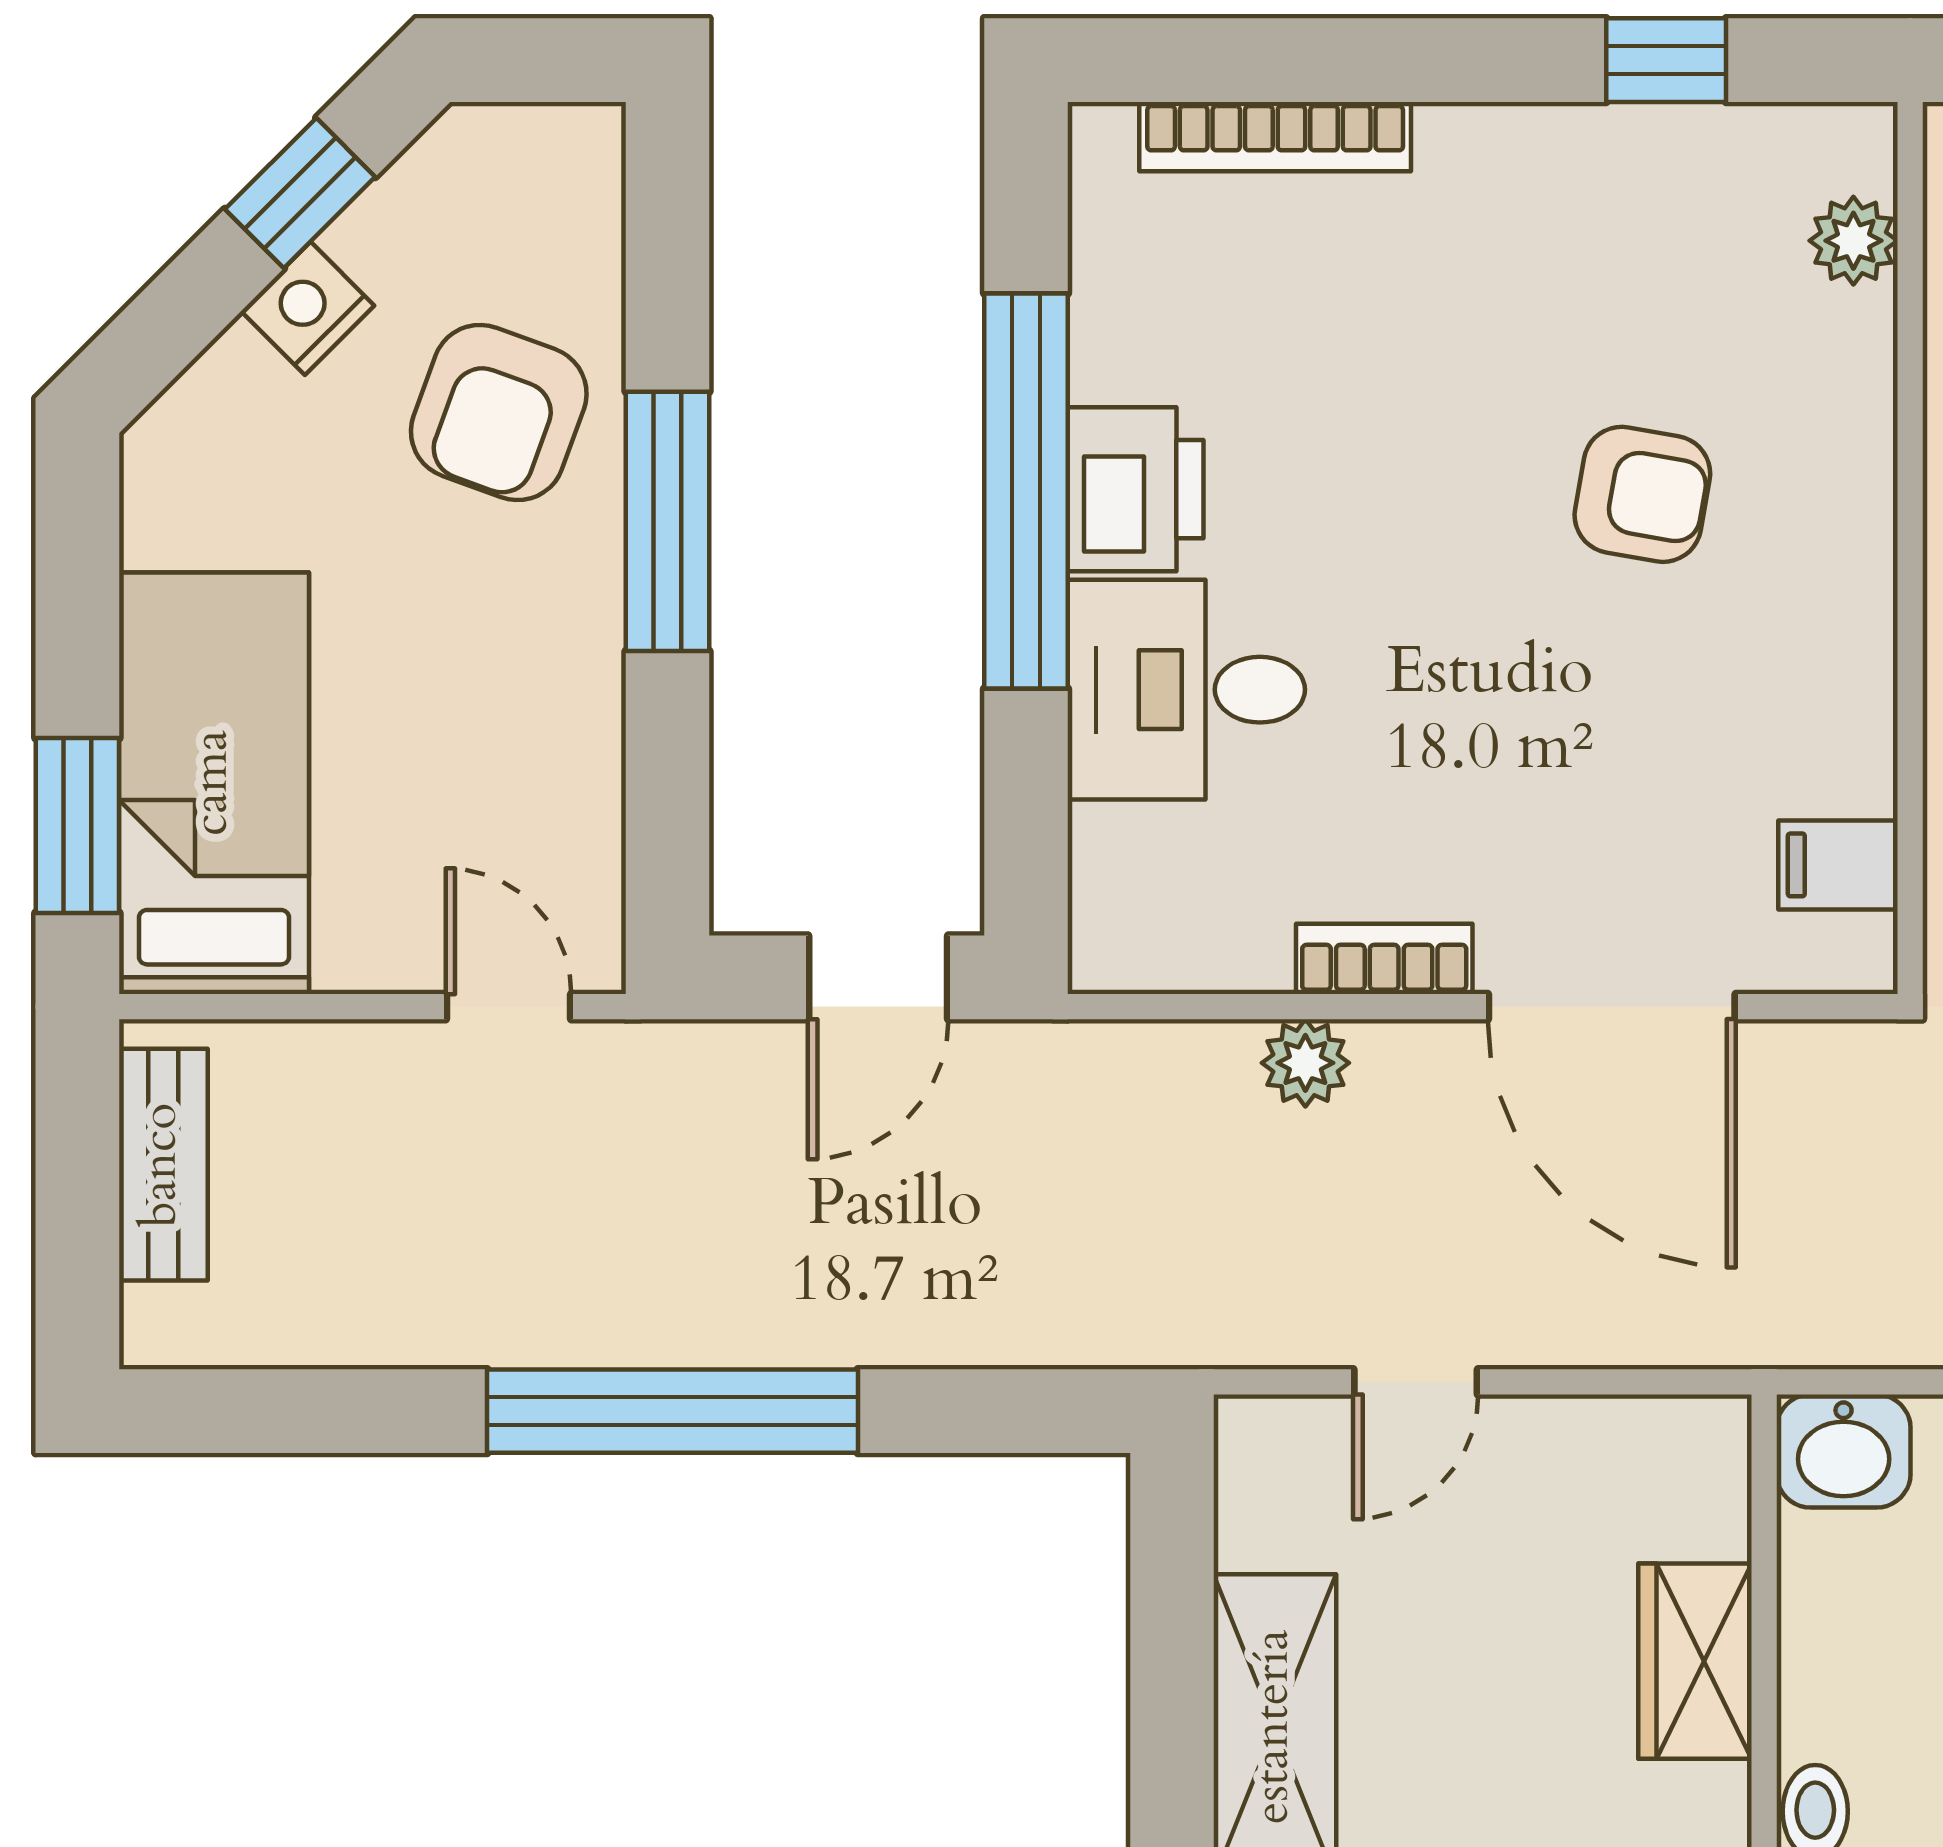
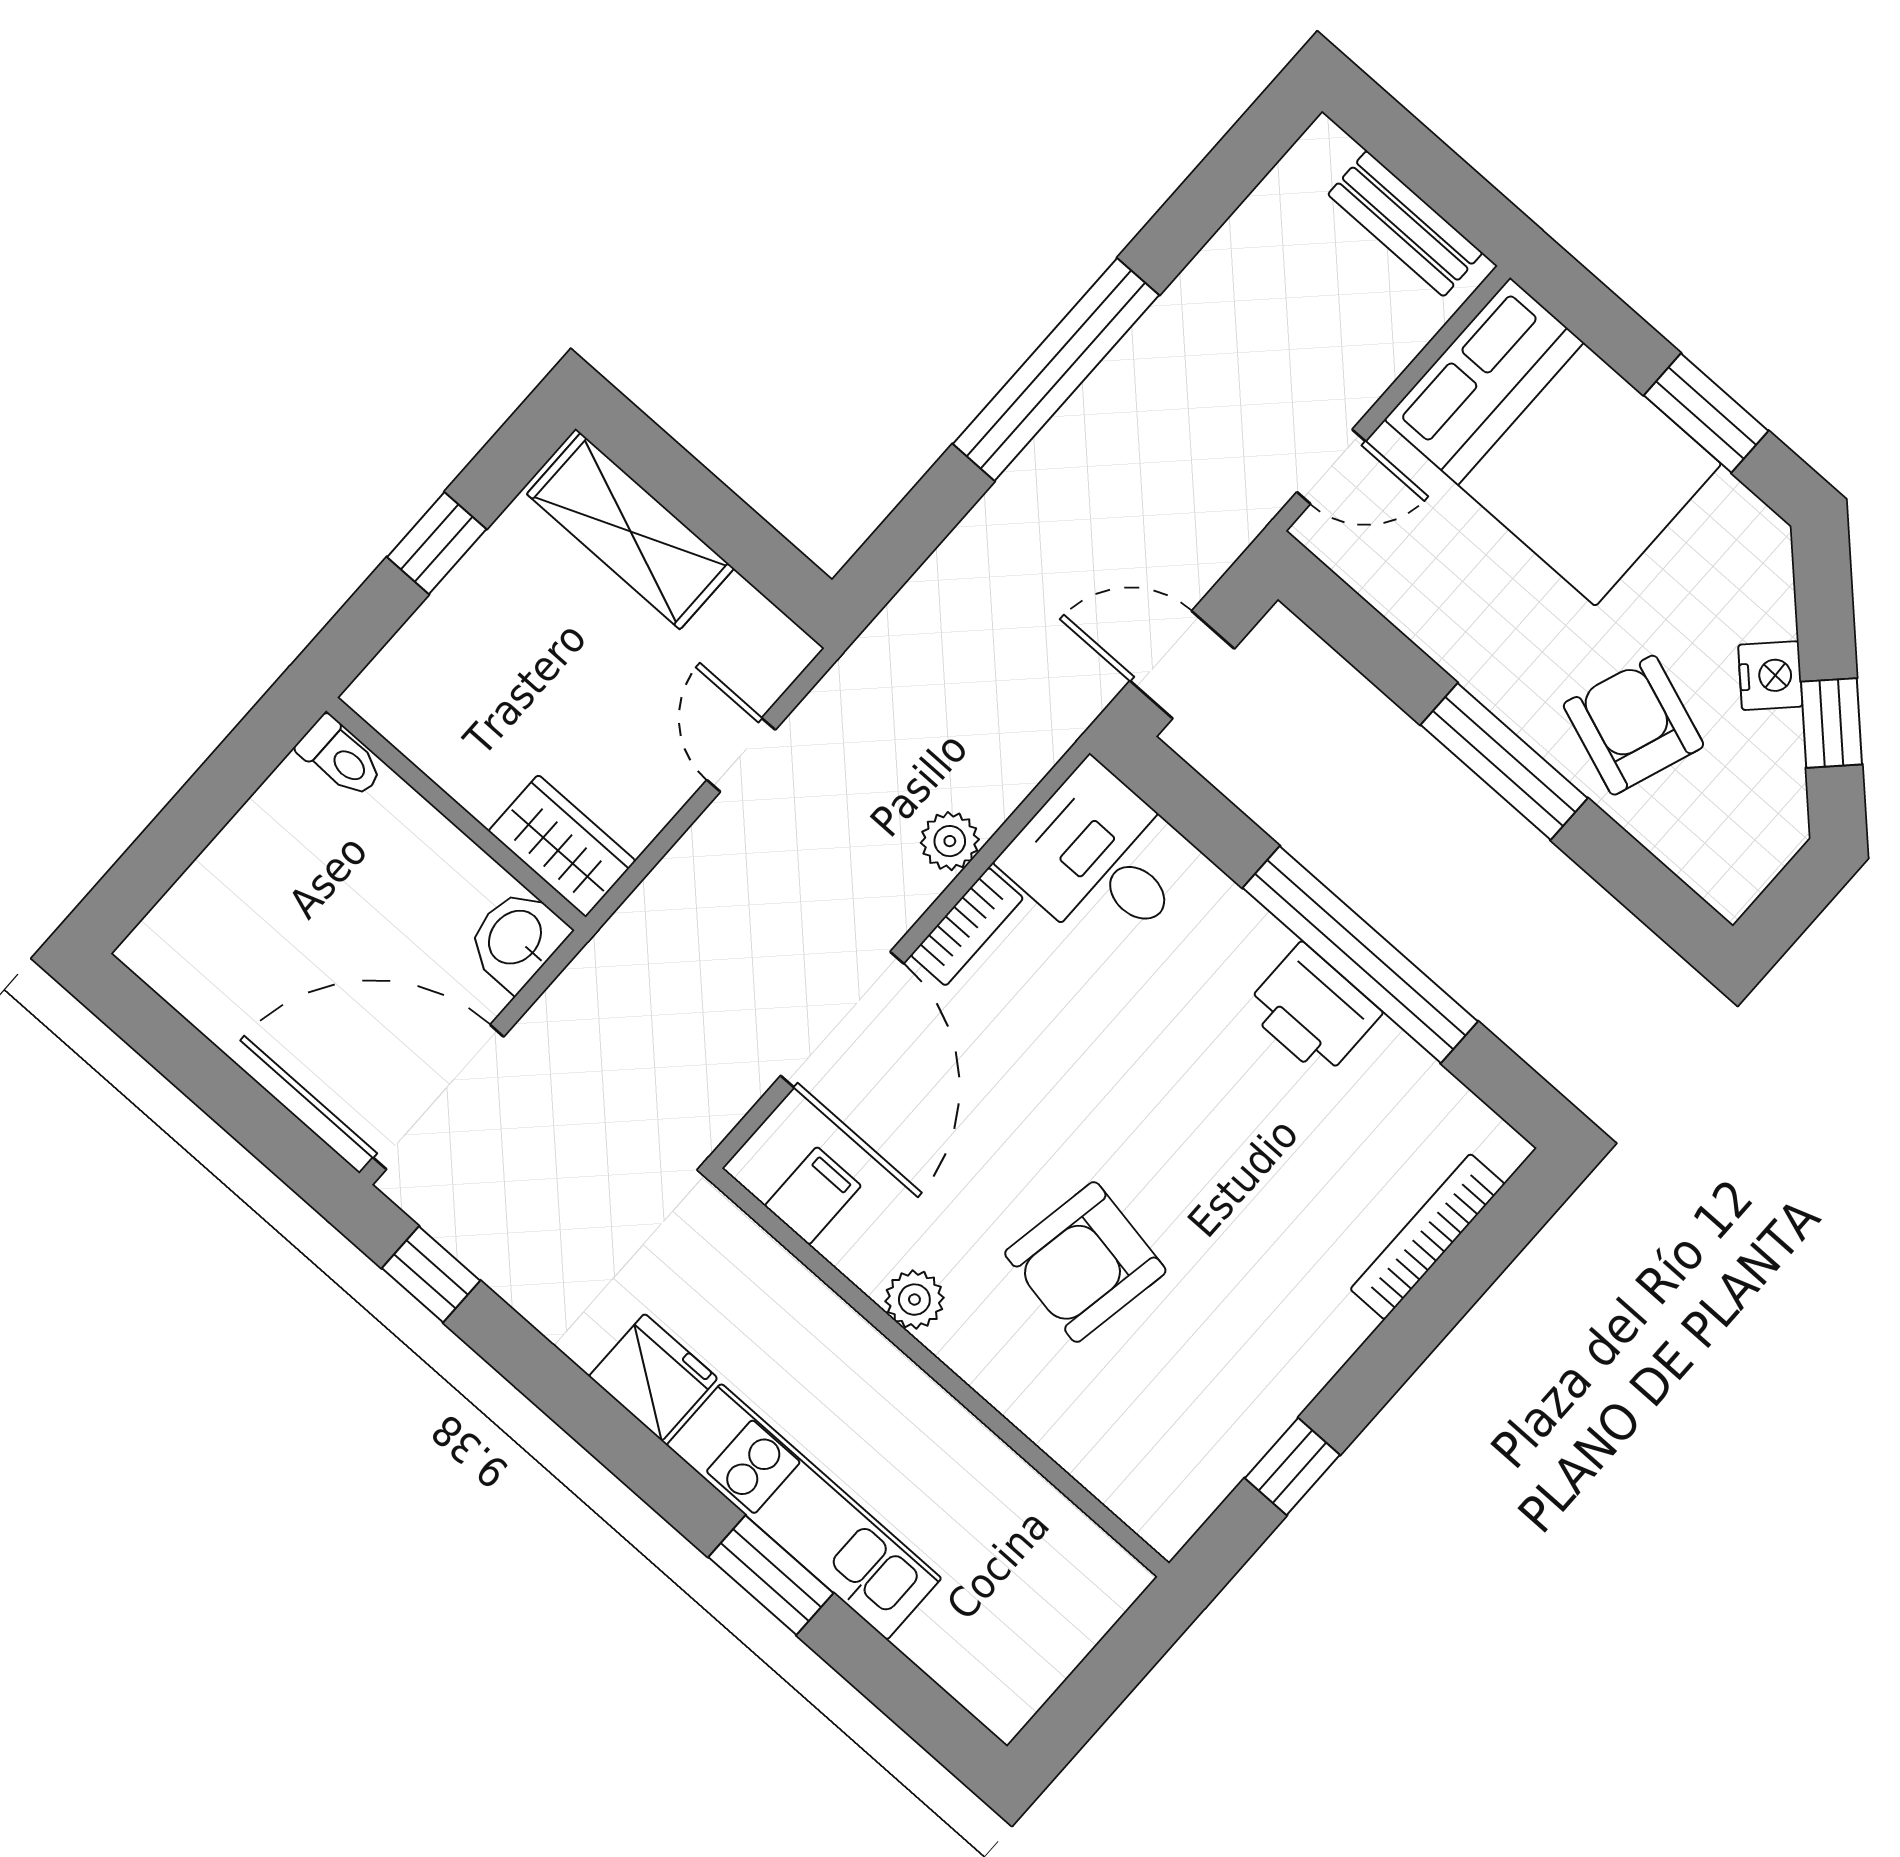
plant: (1853, 241) -> (914, 1300), moved
armchair: (1642, 494) -> (1085, 1262), width x1.38, depth x1.38
desk: (1186, 690) -> (1100, 860), moved, turned -90
bed: (214, 783) -> (1553, 442), width x1.50
window: (77, 825) -> (1706, 413), moved
door: (878, 977) -> (1182, 665), hinge flipped
door: (1612, 1007) -> (842, 1020), swing flipped
wardrobe: (1695, 1661) -> (562, 846), moved

